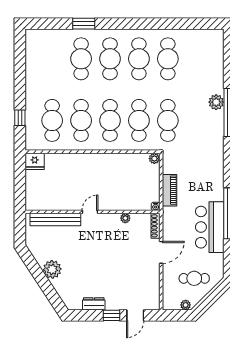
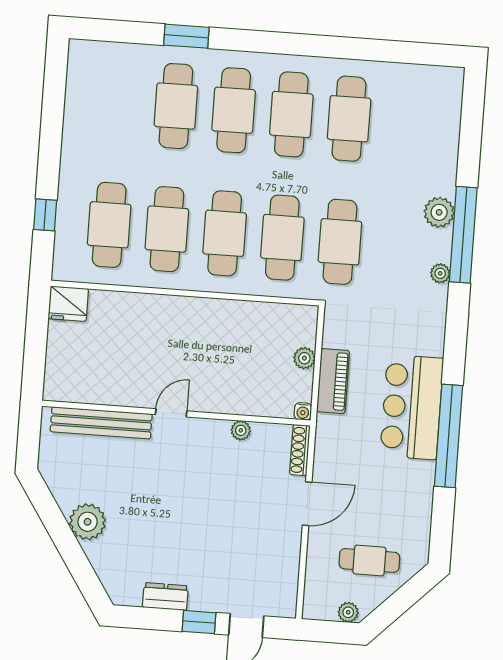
plant: (219, 133) -> (440, 273), added
plant: (154, 159) -> (304, 358), moved
bar counter: (210, 227) -> (412, 407), moved

